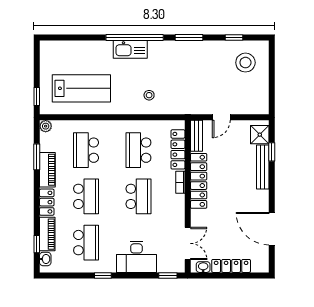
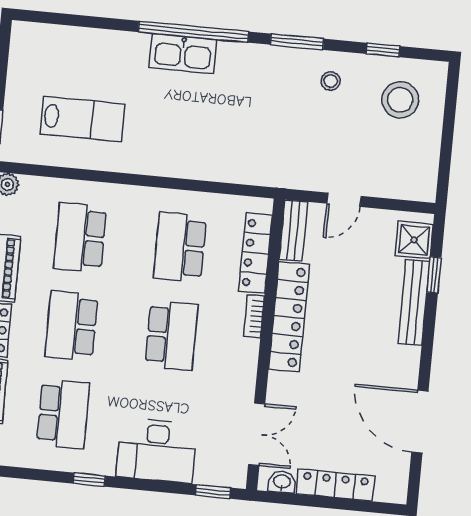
lab bench: (81, 88) -> (83, 119), width x0.73, depth x0.72
stool: (149, 95) -> (331, 81), moved
school desk: (86, 196) -> (72, 326), turned 180

